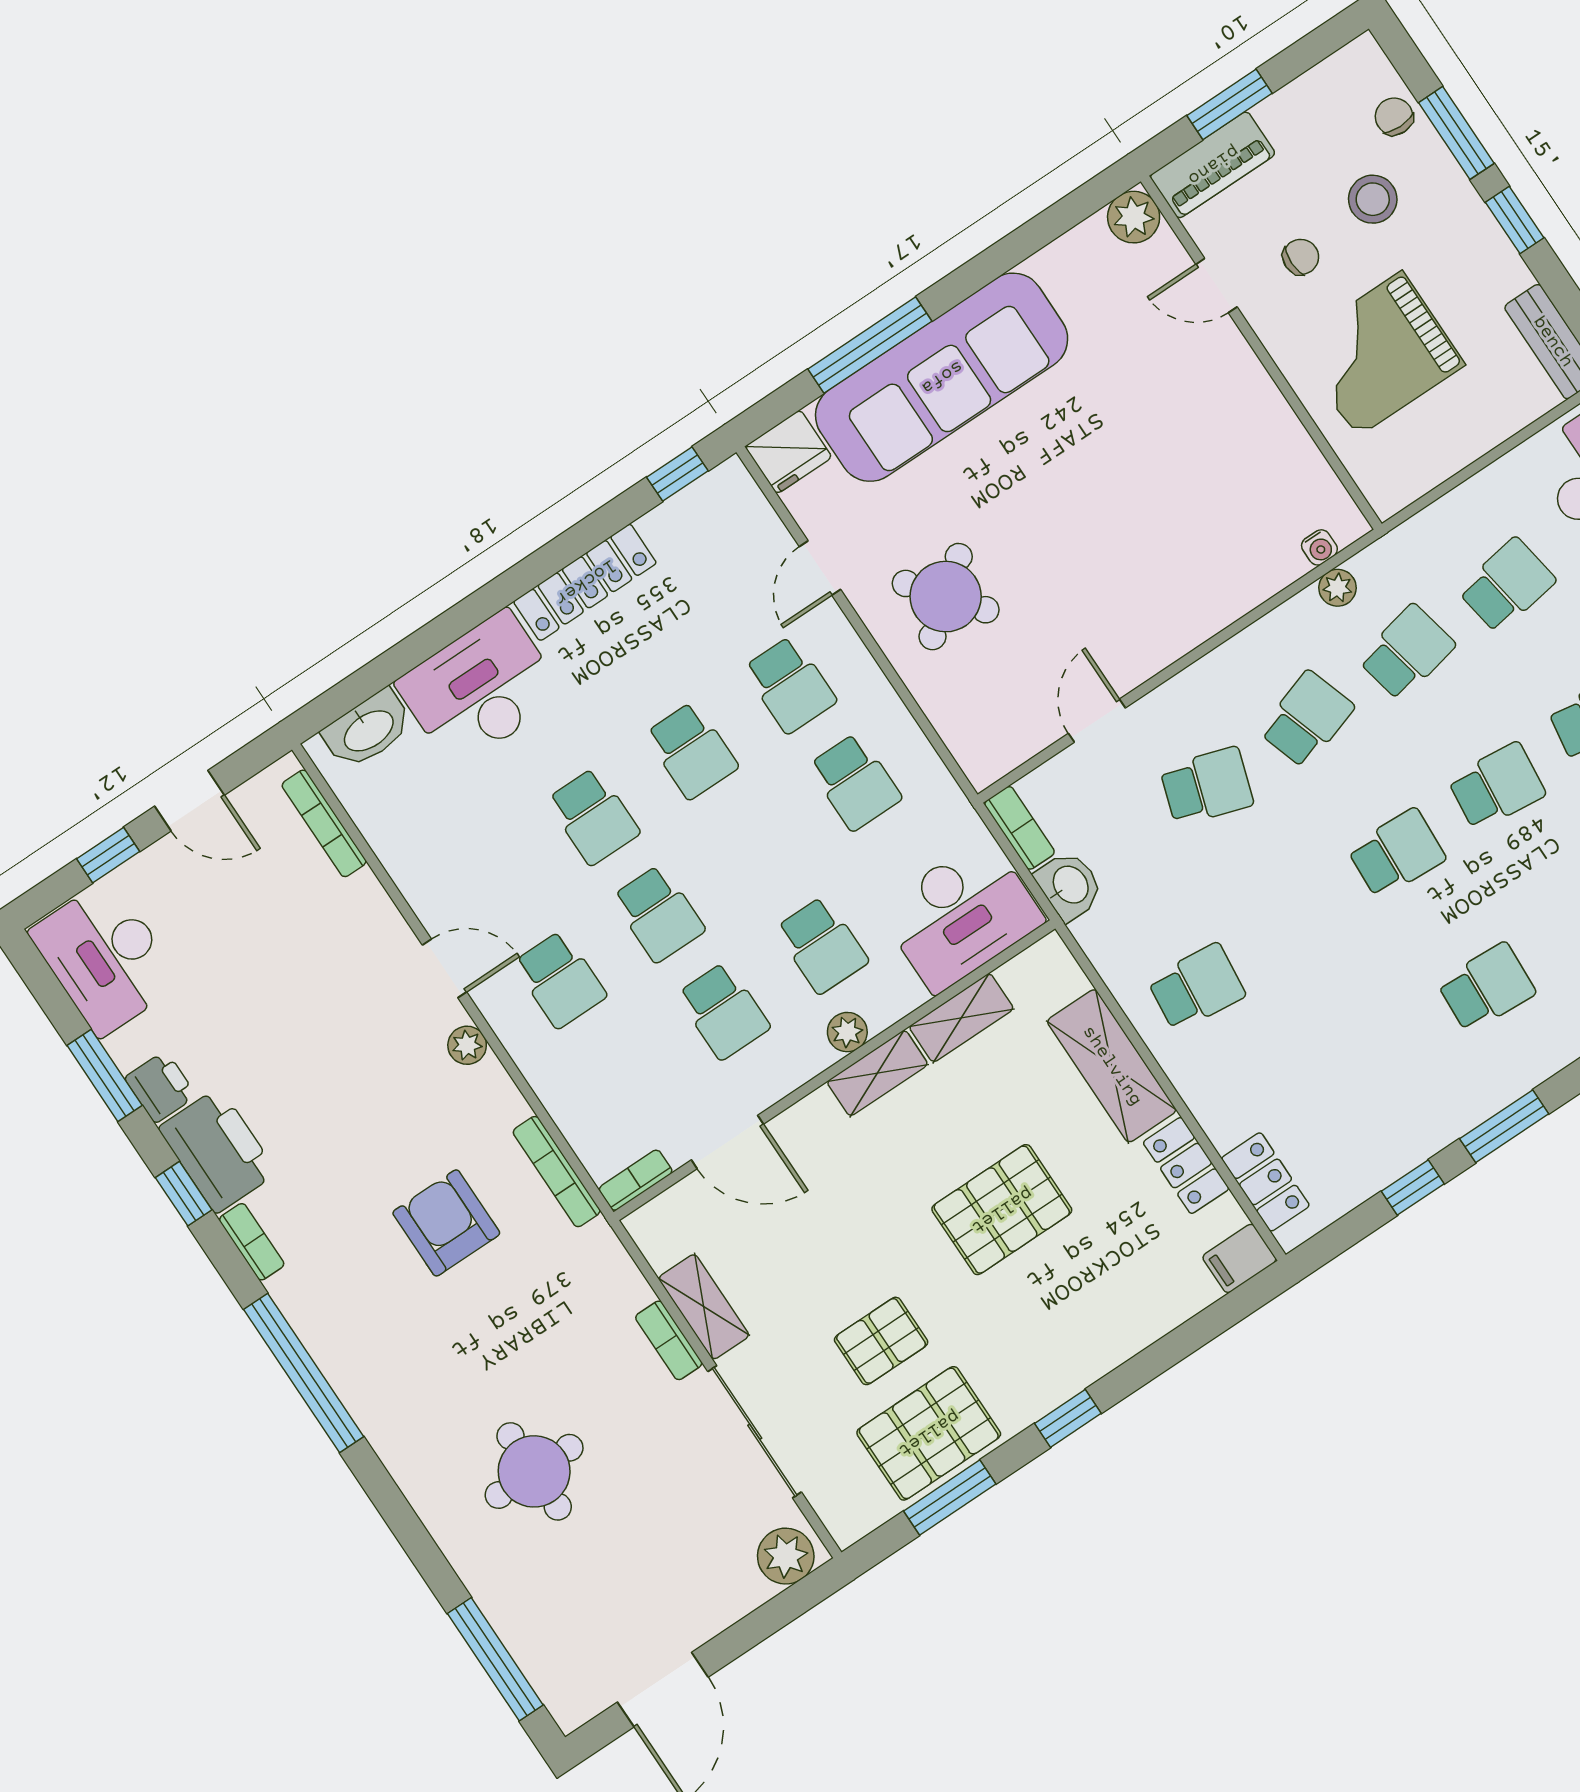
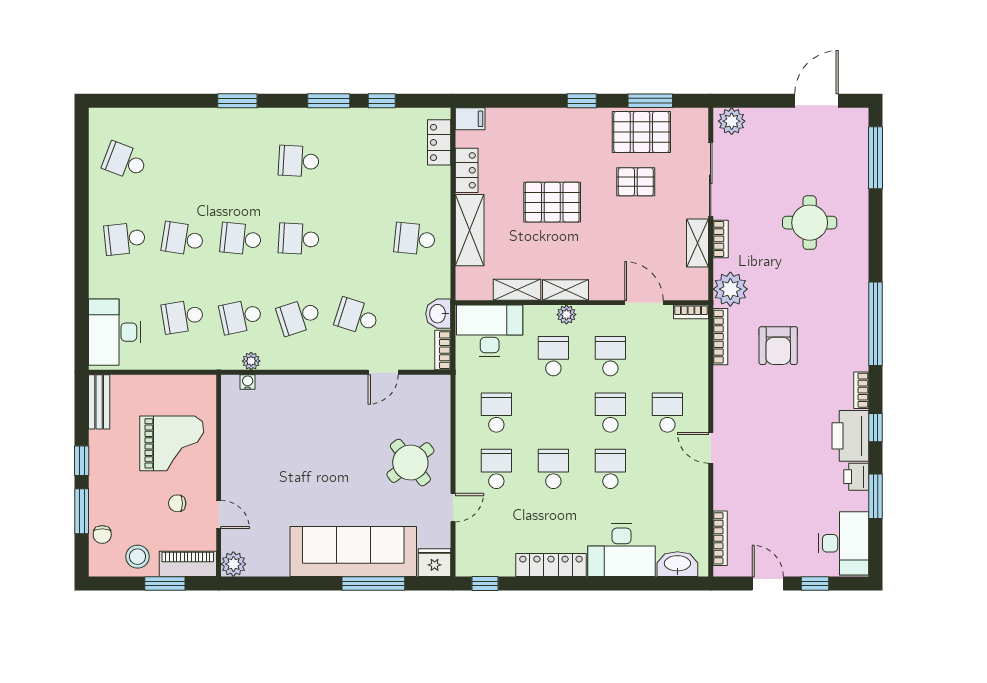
stool: (1373, 199) -> (137, 557), moved
plant: (467, 1045) -> (730, 289), moved, width x1.87, depth x1.87

